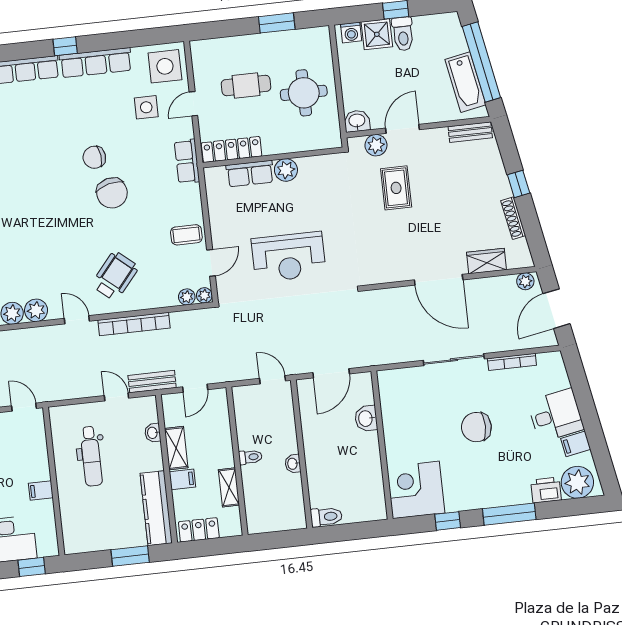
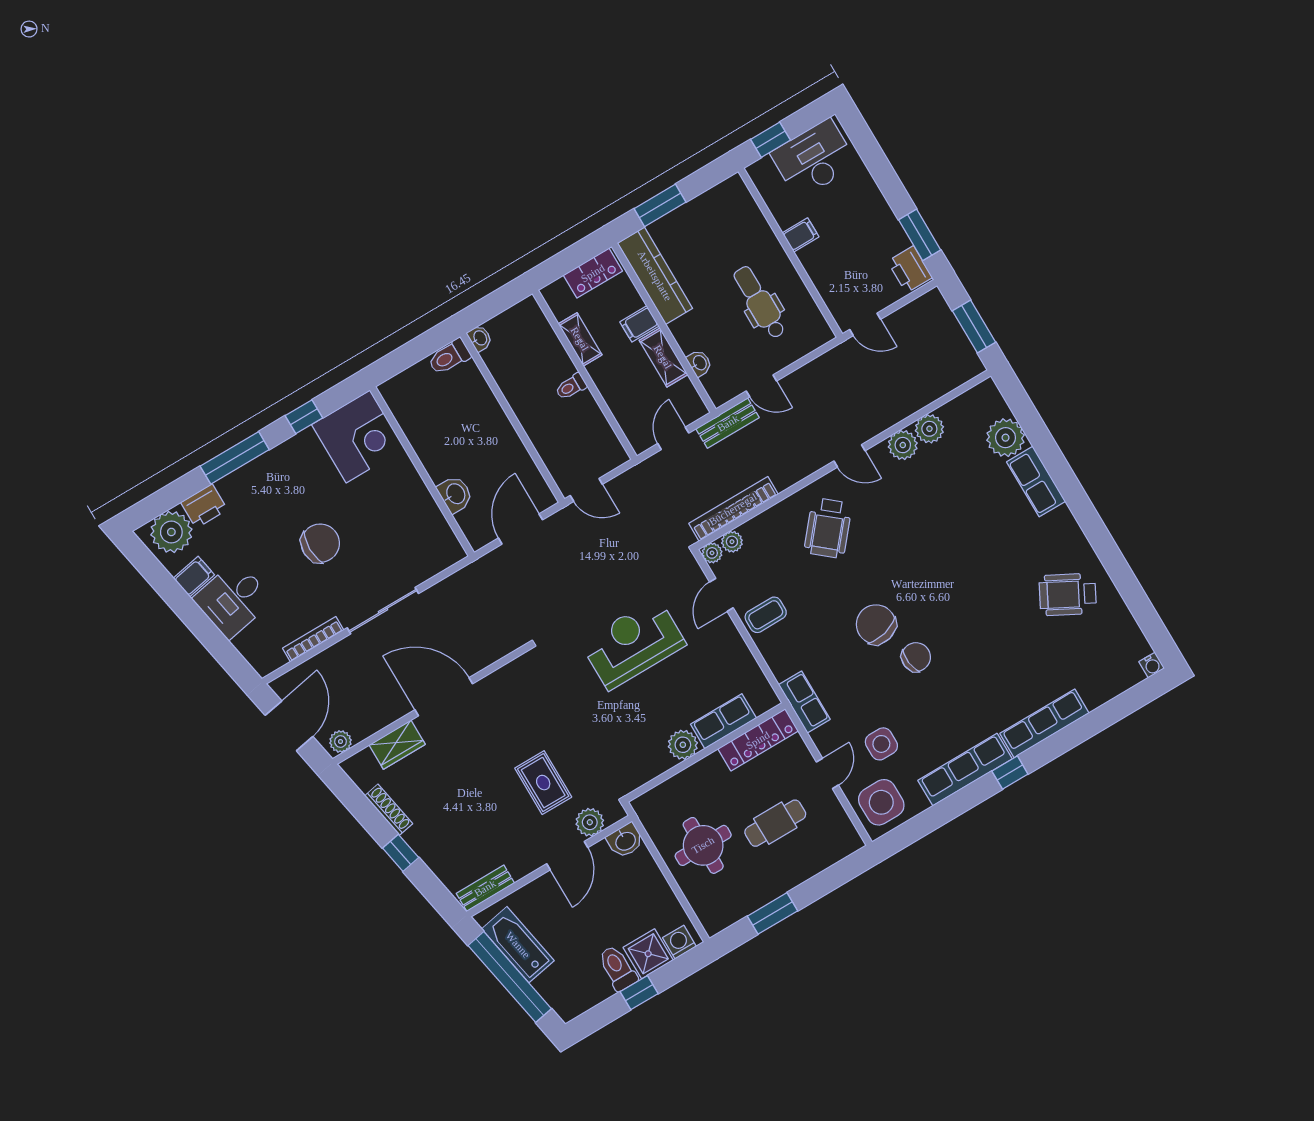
bookcase: (134, 324) -> (733, 509), moved
washbasin: (293, 464) -> (480, 338), moved

